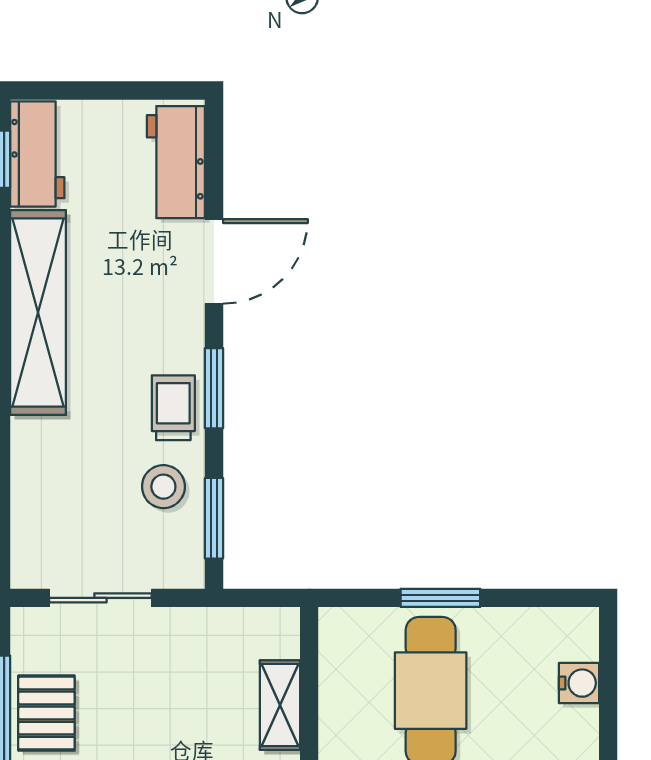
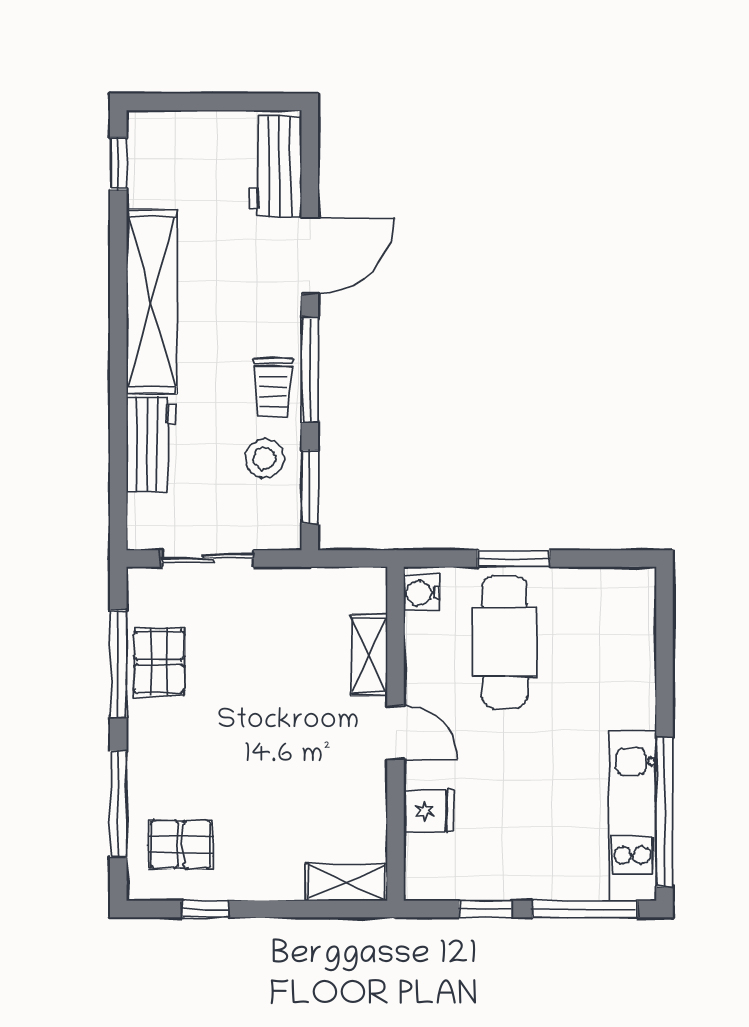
workbench: (37, 154) -> (151, 444), moved
window: (214, 388) -> (310, 370), width x1.44
trolley: (173, 408) -> (273, 387), turned 180
water cooler: (579, 683) -> (422, 593), moved, turned 180

